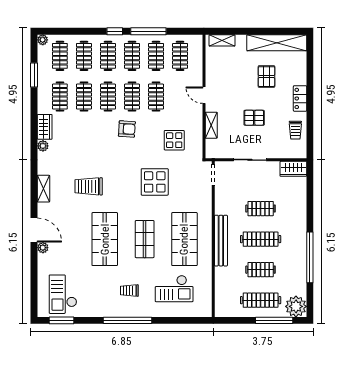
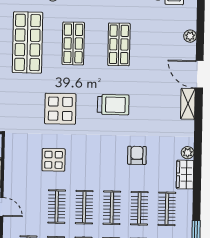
armchair: (127, 129) -> (137, 155), moved, turned 86
display table: (174, 140) -> (54, 160), moved
trolley: (89, 186) -> (113, 105), moved
door: (34, 230) -> (199, 74), moved
shop shelf: (105, 239) -> (119, 44), width x0.70, depth x0.74

